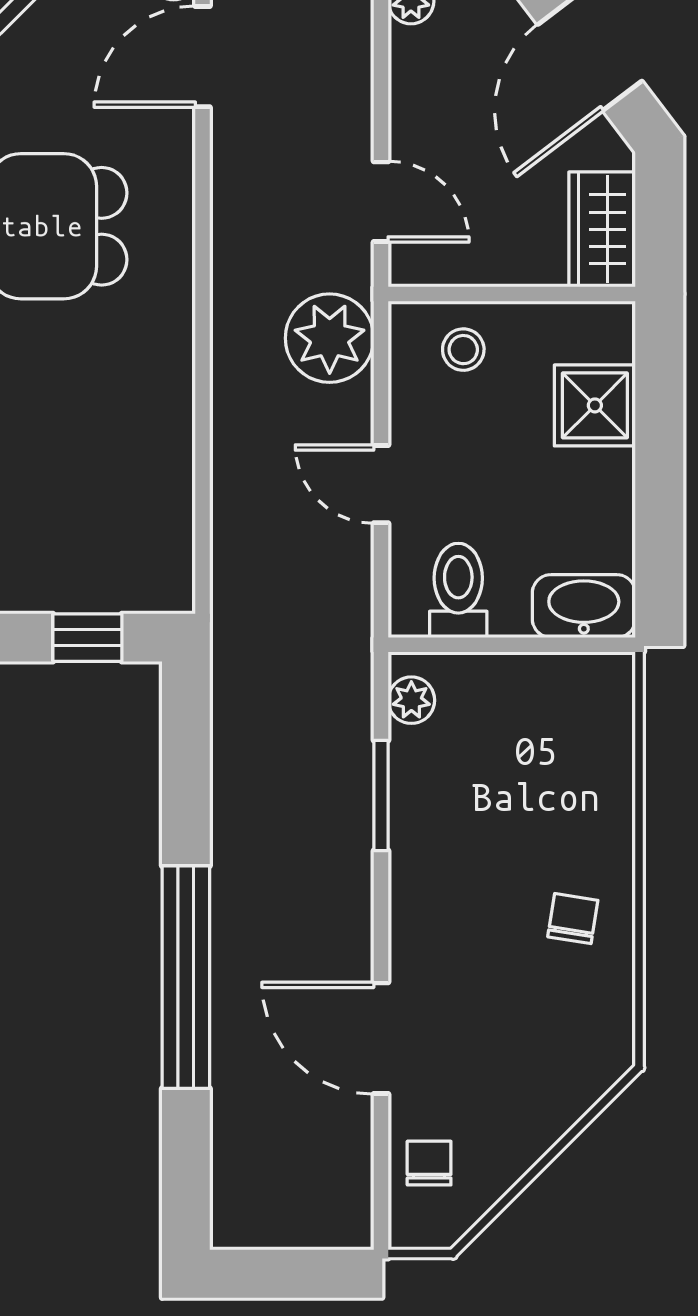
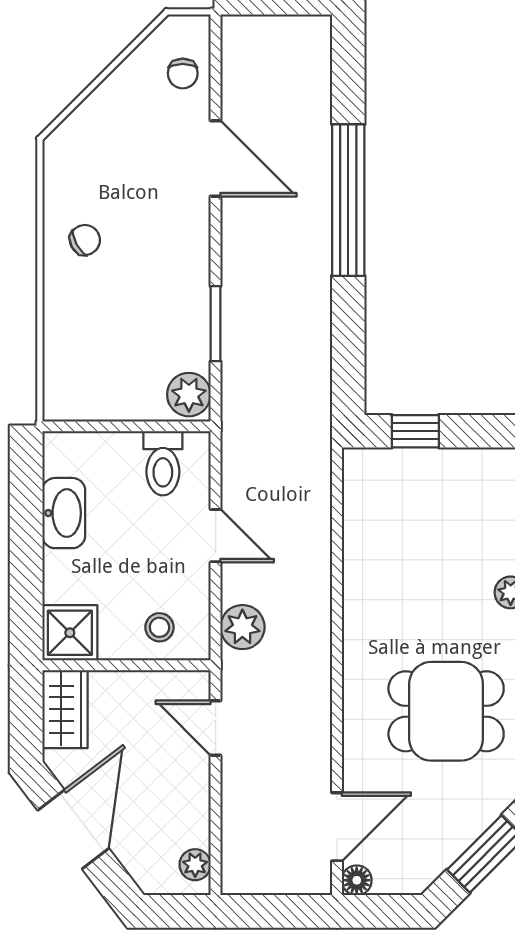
plant: (330, 338) -> (242, 627), width x0.73, depth x0.73
shower: (595, 405) -> (70, 633), moved
washbasin: (584, 606) -> (64, 513), moved, turned -90
plant: (411, 700) -> (189, 395), width x1.38, depth x1.38
chair: (573, 919) -> (85, 240), turned -128

